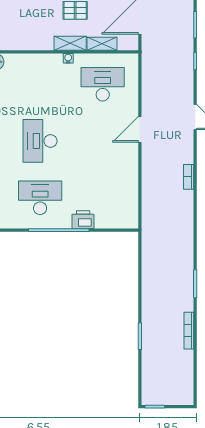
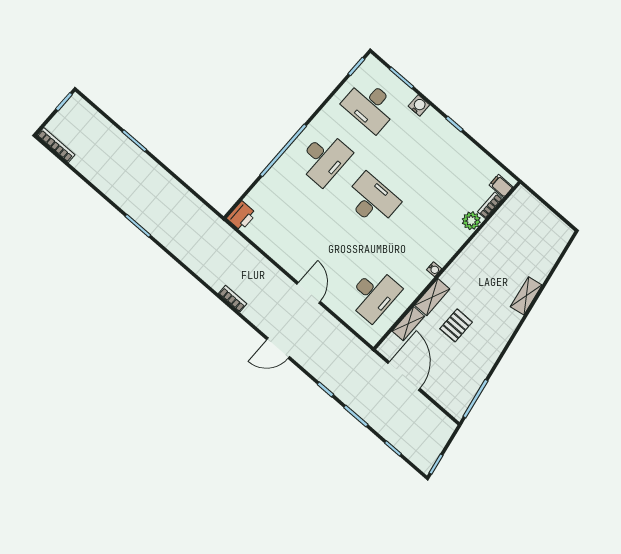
water cooler: (68, 58) -> (434, 269), moved
printer: (83, 220) -> (242, 216), moved
bookcase: (189, 331) -> (56, 145), moved

